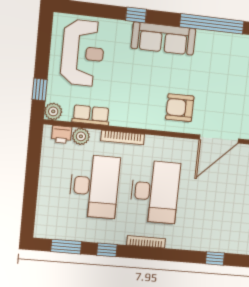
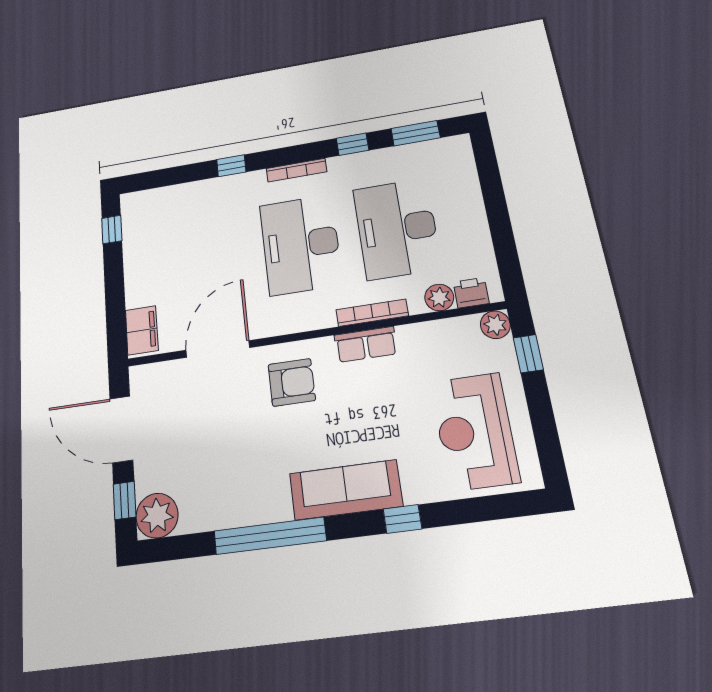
row of seats: (91, 115) -> (366, 344), moved
window: (215, 258) -> (231, 166), moved

